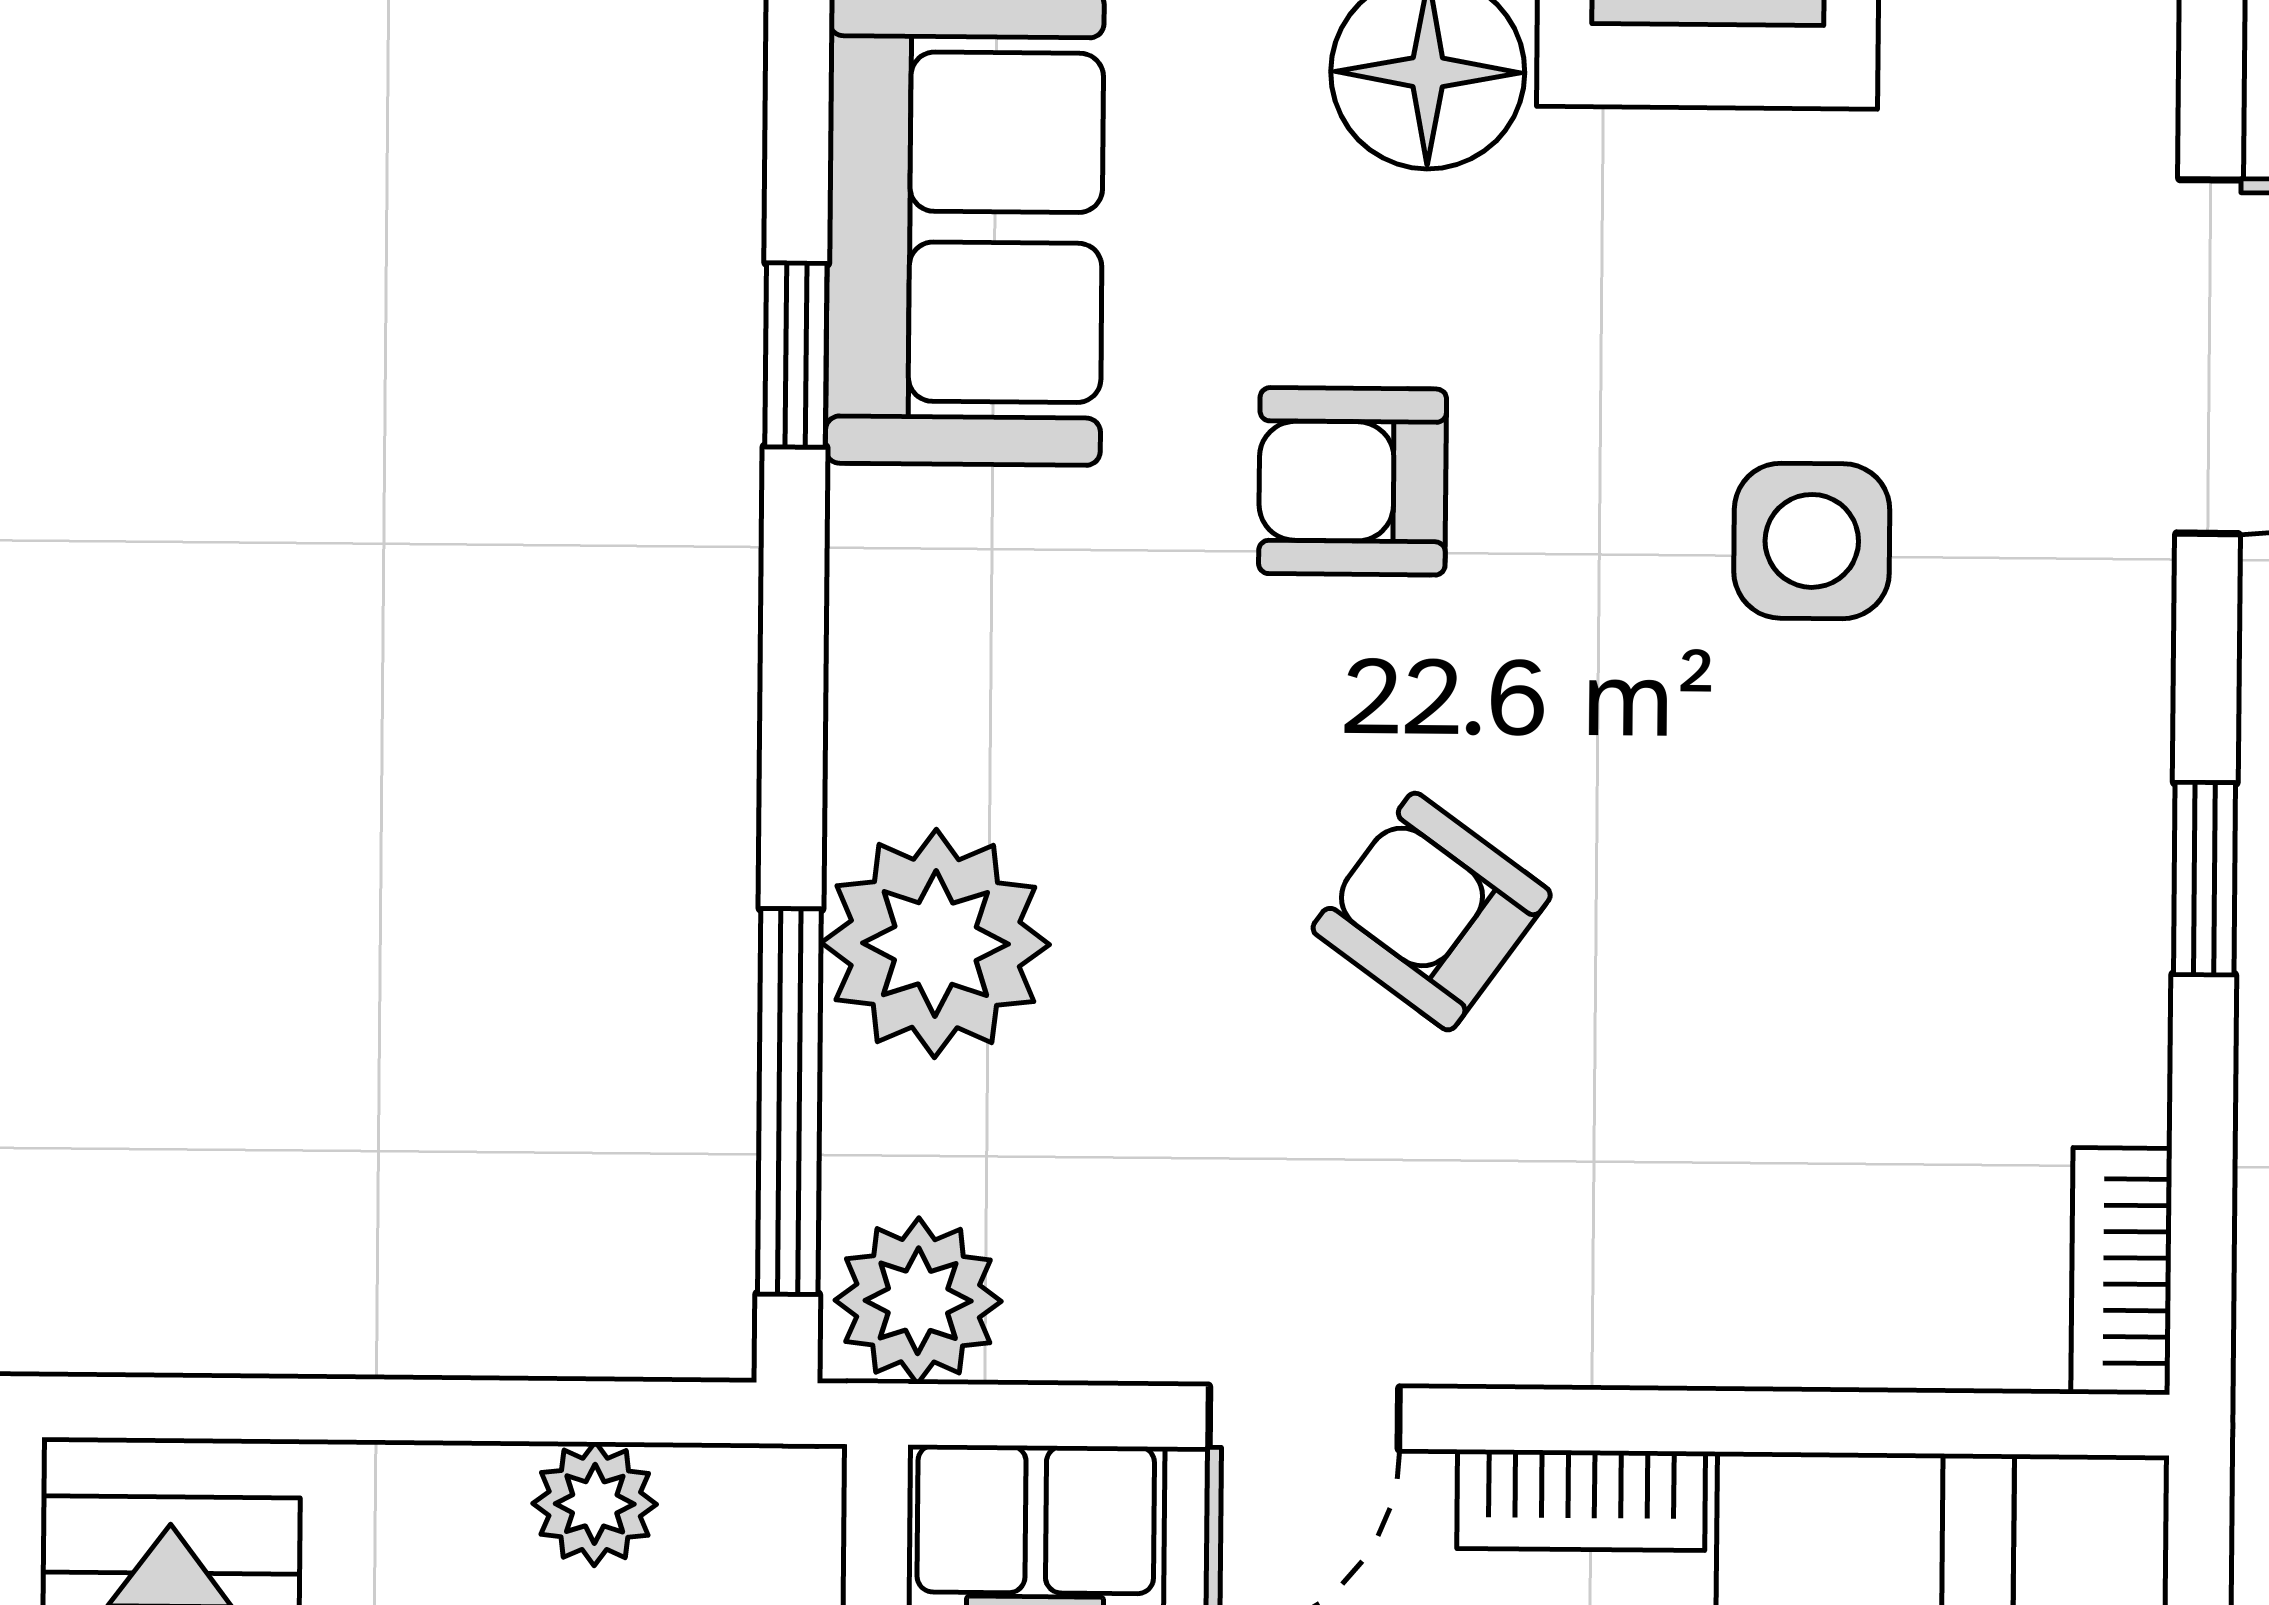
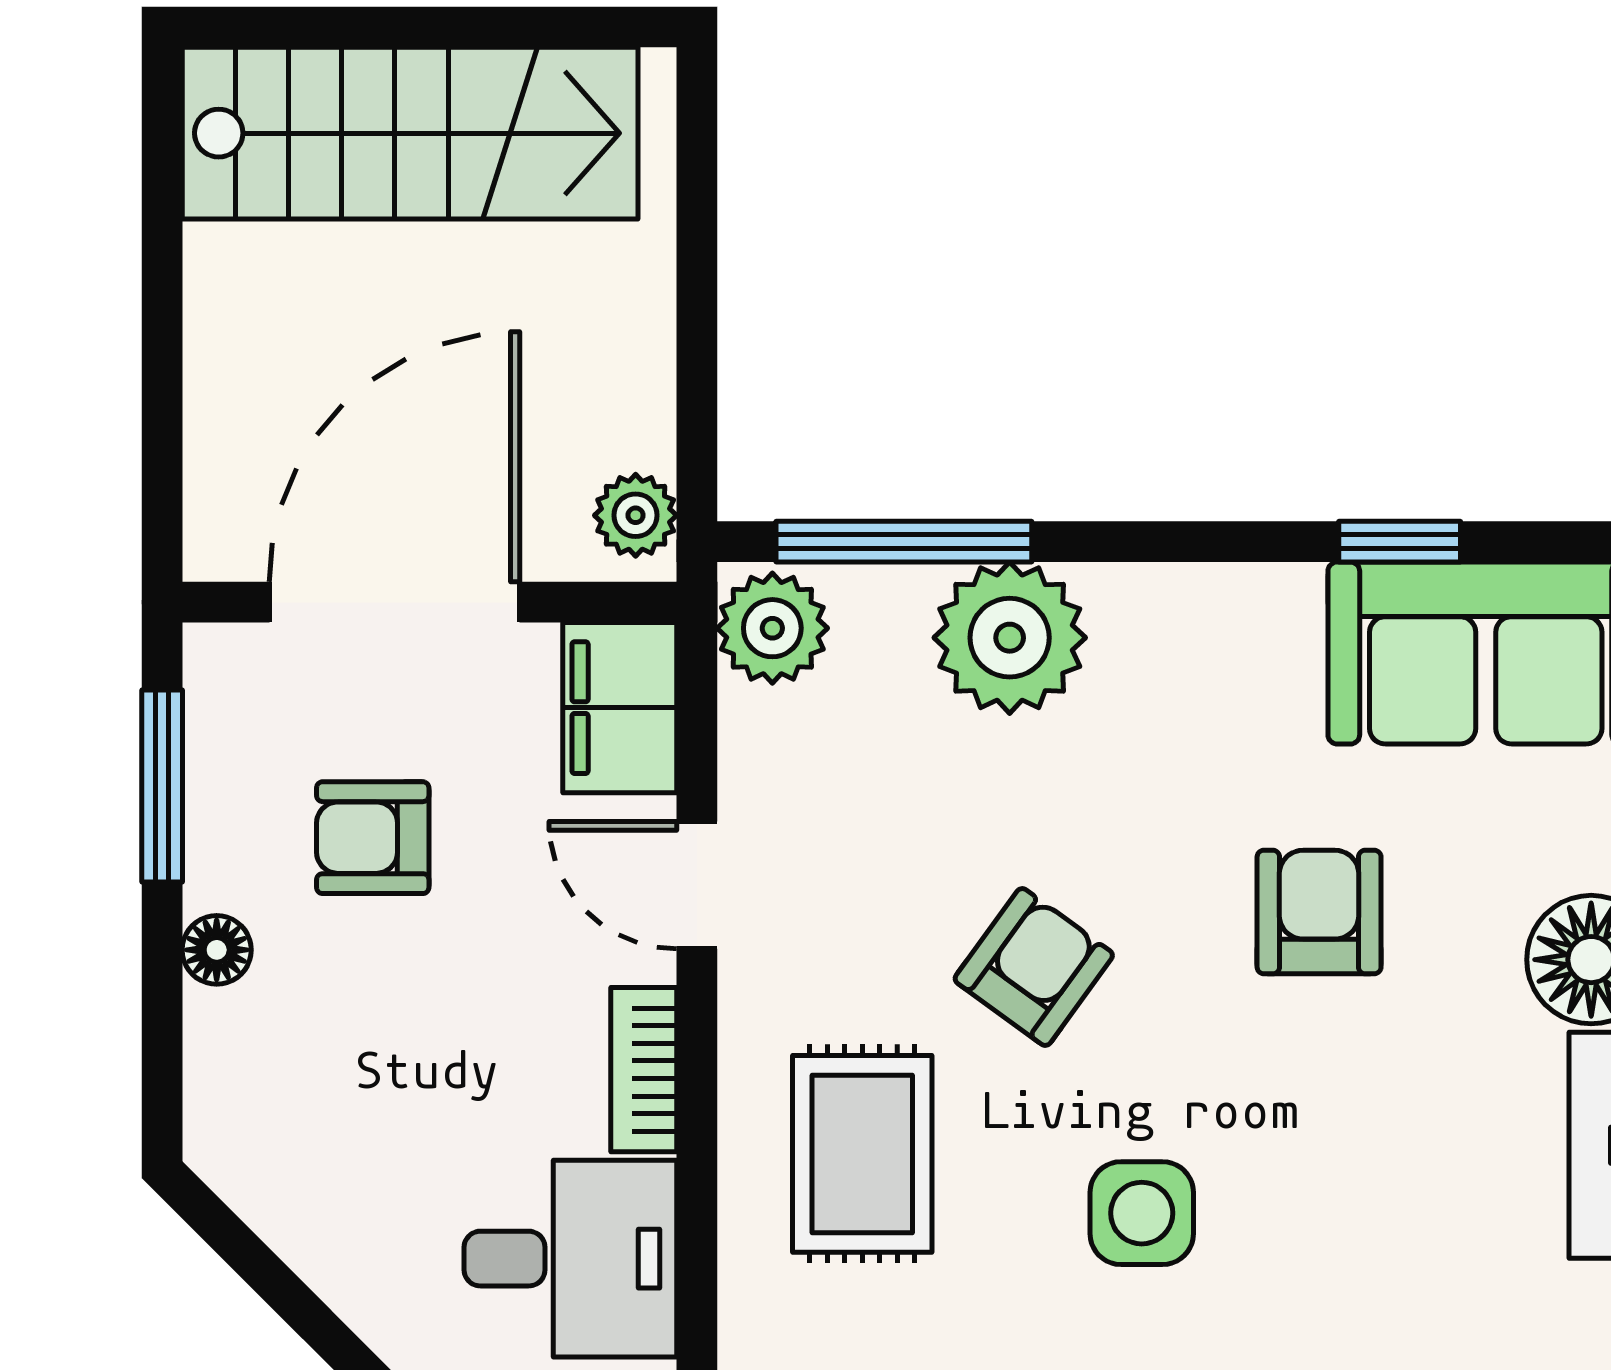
side table: (1812, 541) -> (1142, 1213), moved
rug: (1711, 1172) -> (862, 1154), added
plant: (595, 1504) -> (636, 515), moved

